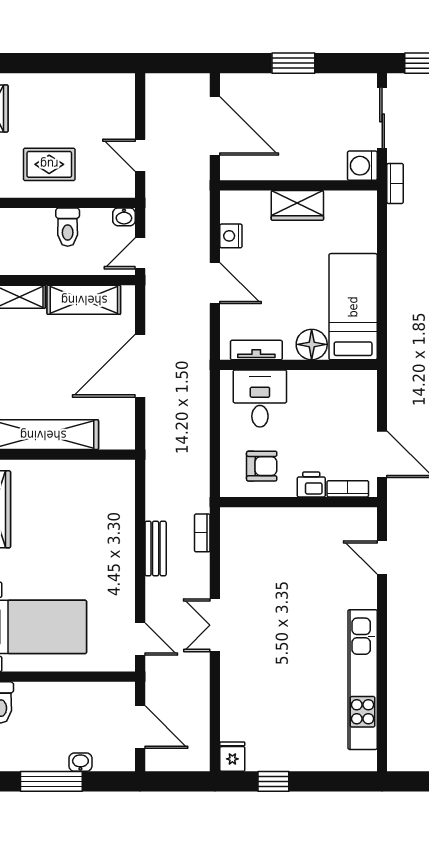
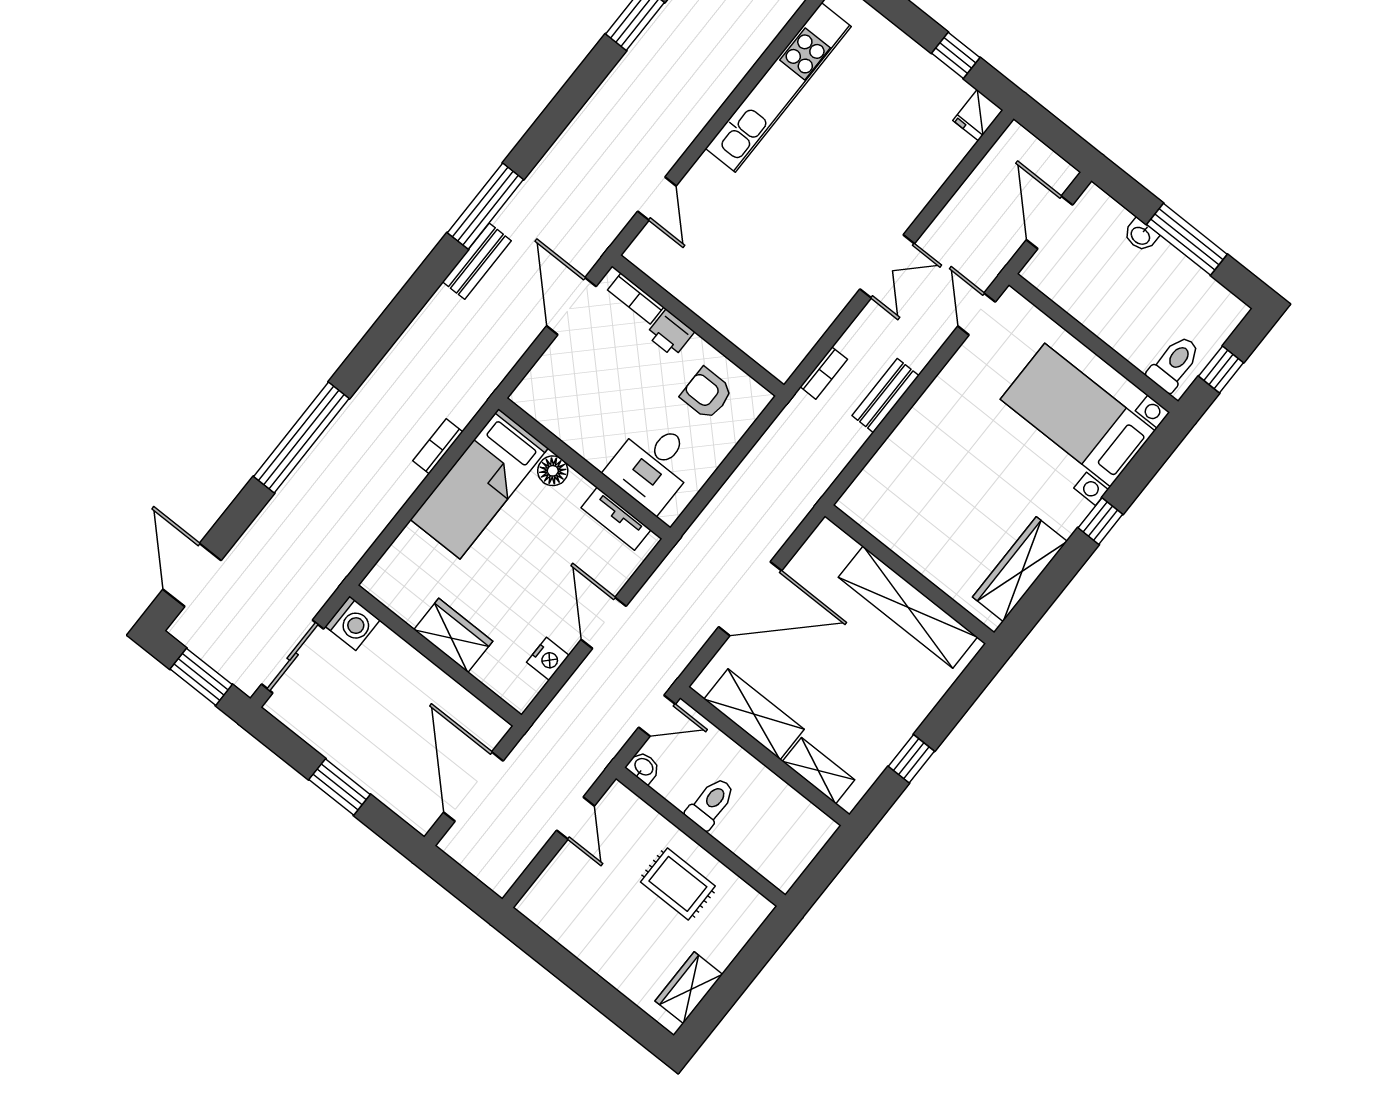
bookcase: (395, 184) -> (438, 446), moved
floor lamp: (312, 344) -> (553, 471), width x0.73, depth x0.73

